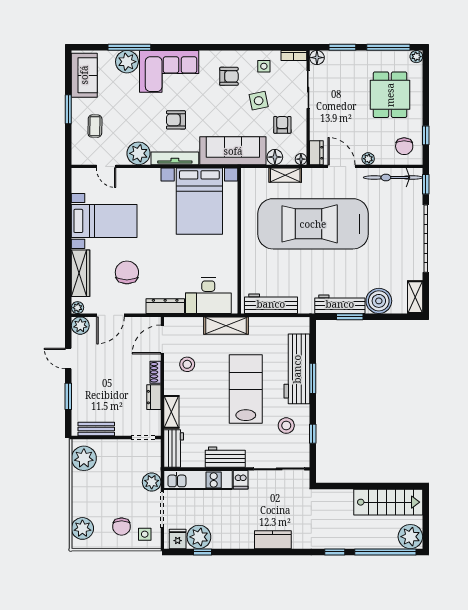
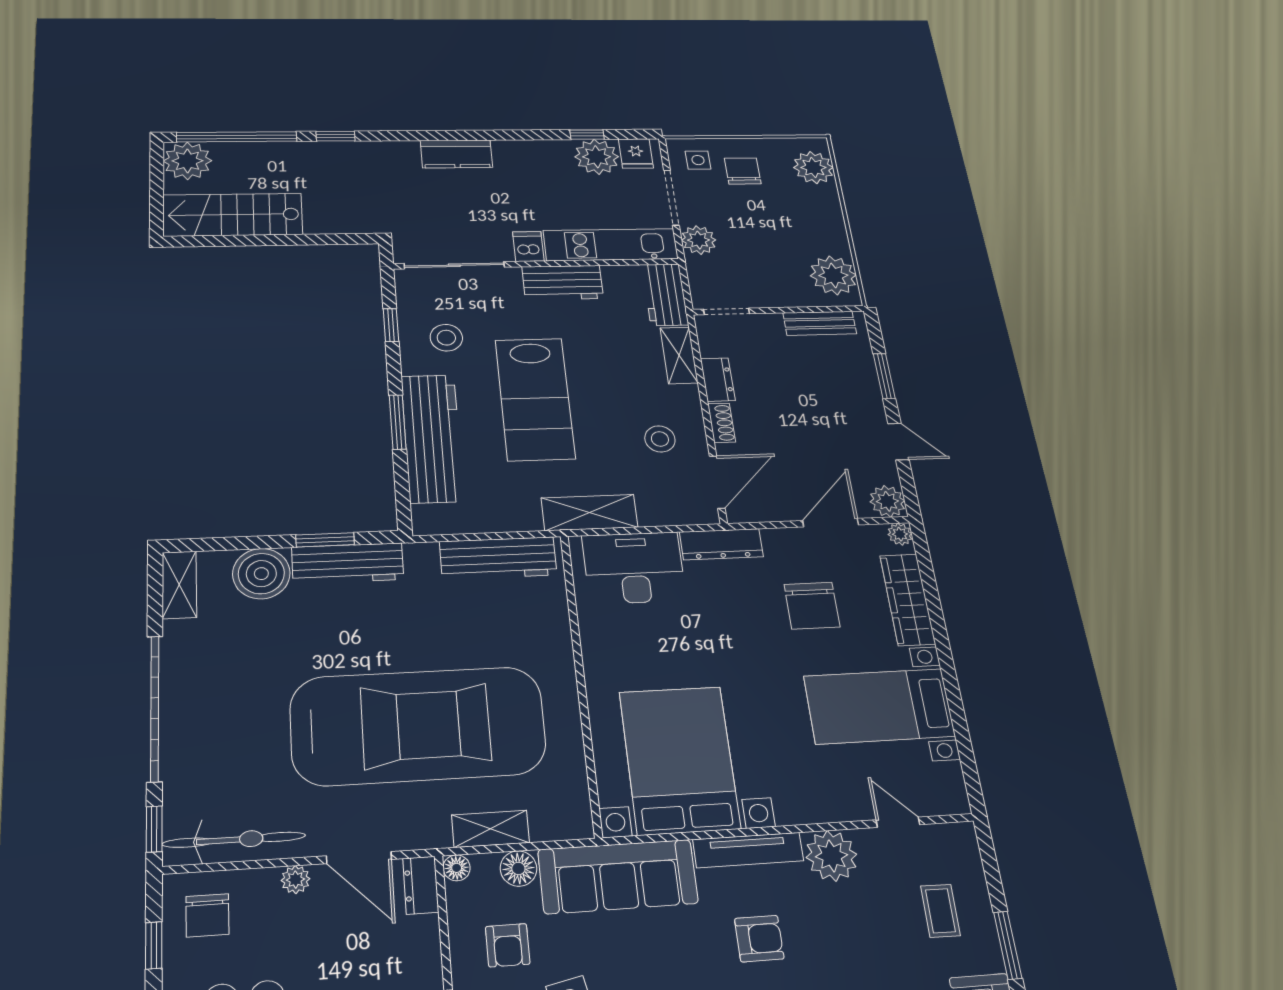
chair: (404, 146) -> (207, 915), turned 180

